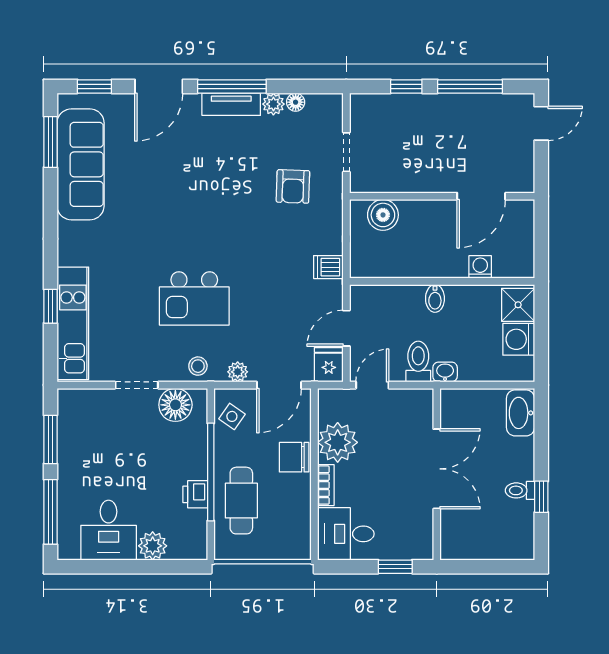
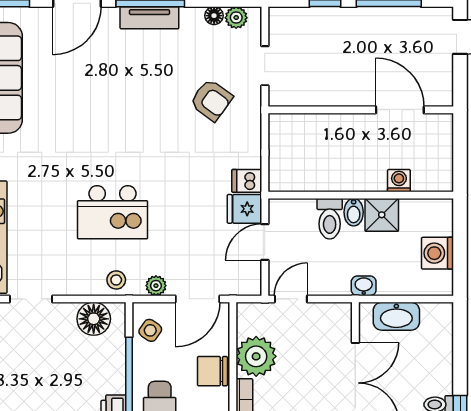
plant: (273, 104) -> (236, 18), moved
armchair: (293, 186) -> (211, 100), turned -56
door: (481, 196) -> (400, 110), swing flipped
boiler: (383, 215) -> (302, 129), removed
shower: (518, 305) -> (382, 215), moved
toilet: (418, 362) -> (330, 219), moved, turned 180
fridge: (329, 365) -> (244, 209), moved, turned -90
doorway: (137, 385) -> (31, 299), moved
washbasin: (521, 413) -> (396, 316), moved, turned -90

